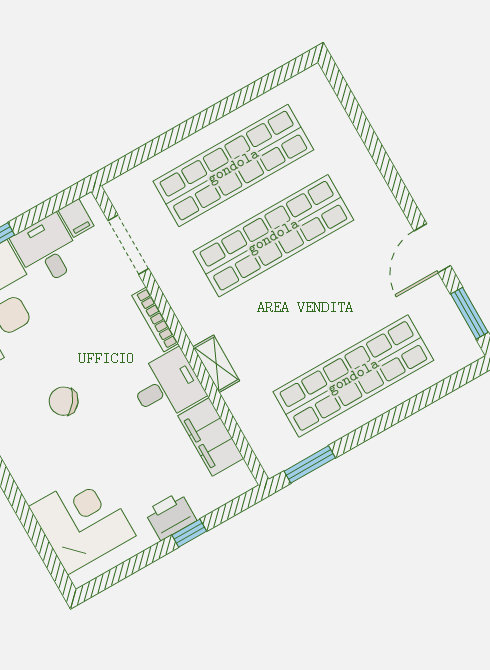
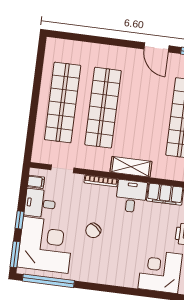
doorway: (128, 245) -> (63, 169), width x0.73
shelving: (216, 364) -> (131, 167), width x1.50, depth x1.33
chair: (64, 401) -> (93, 230), moved

